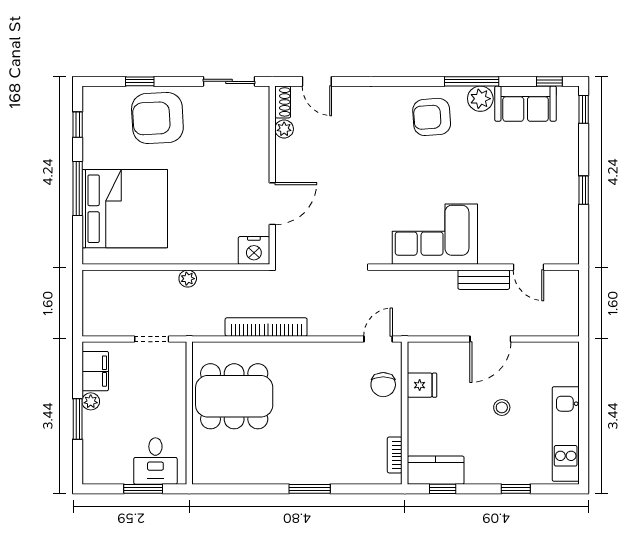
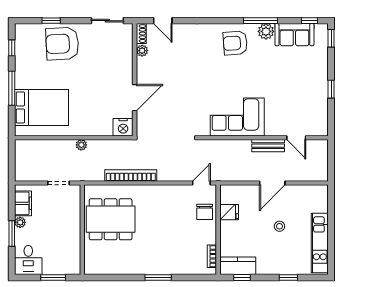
bed: (125, 209) -> (42, 107), width x0.73
desk: (155, 461) -> (28, 260), moved

